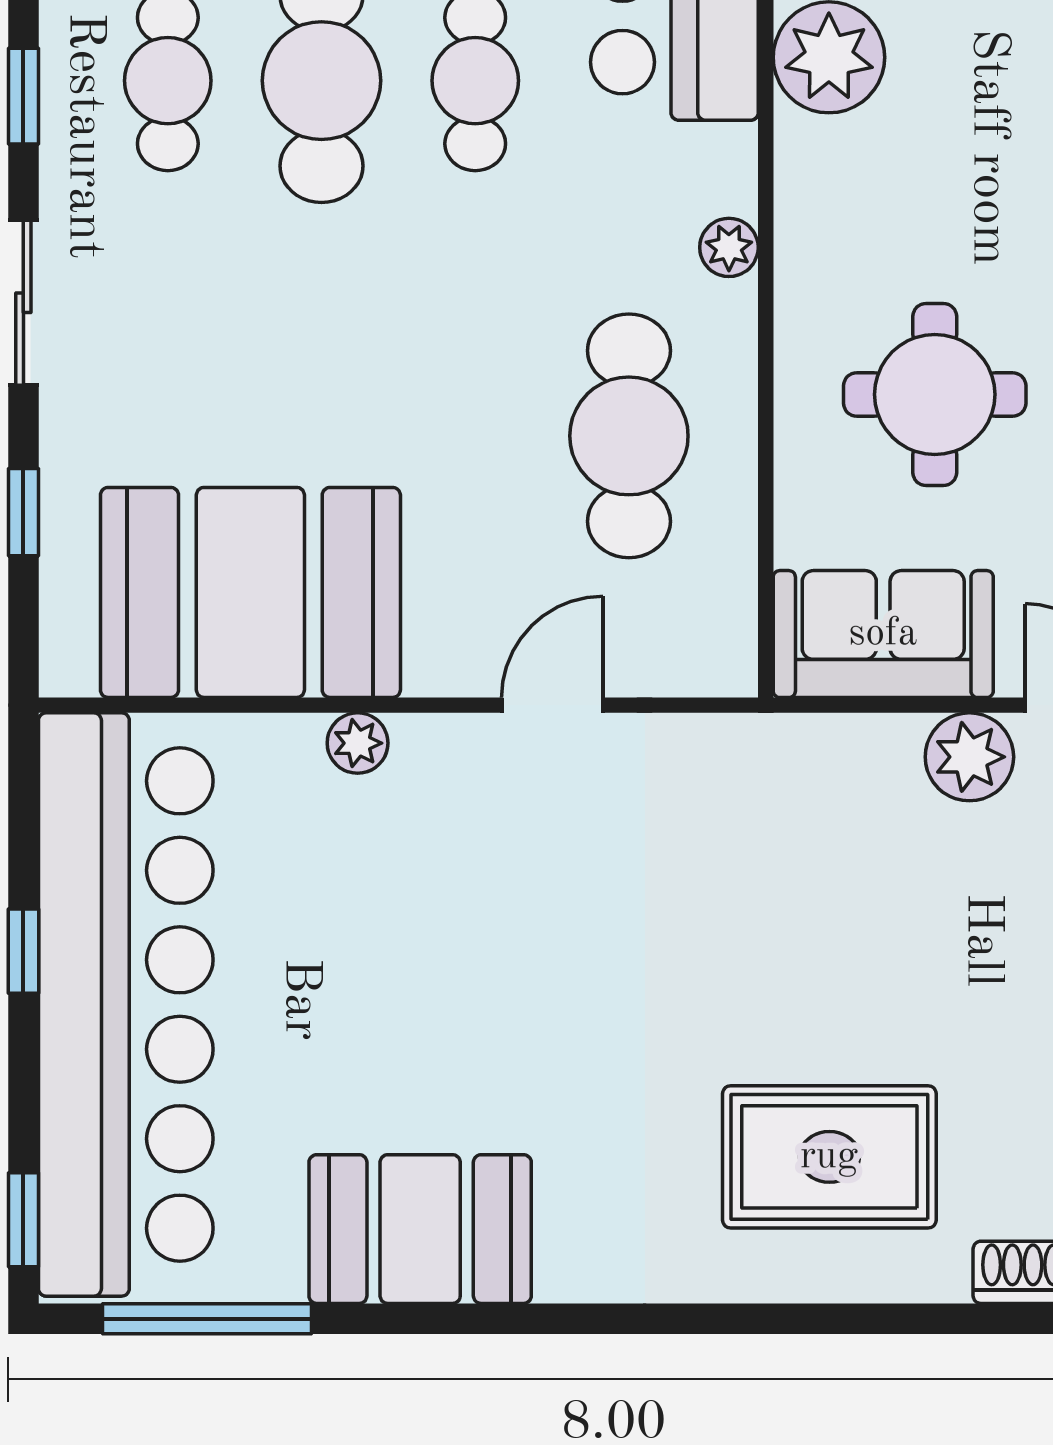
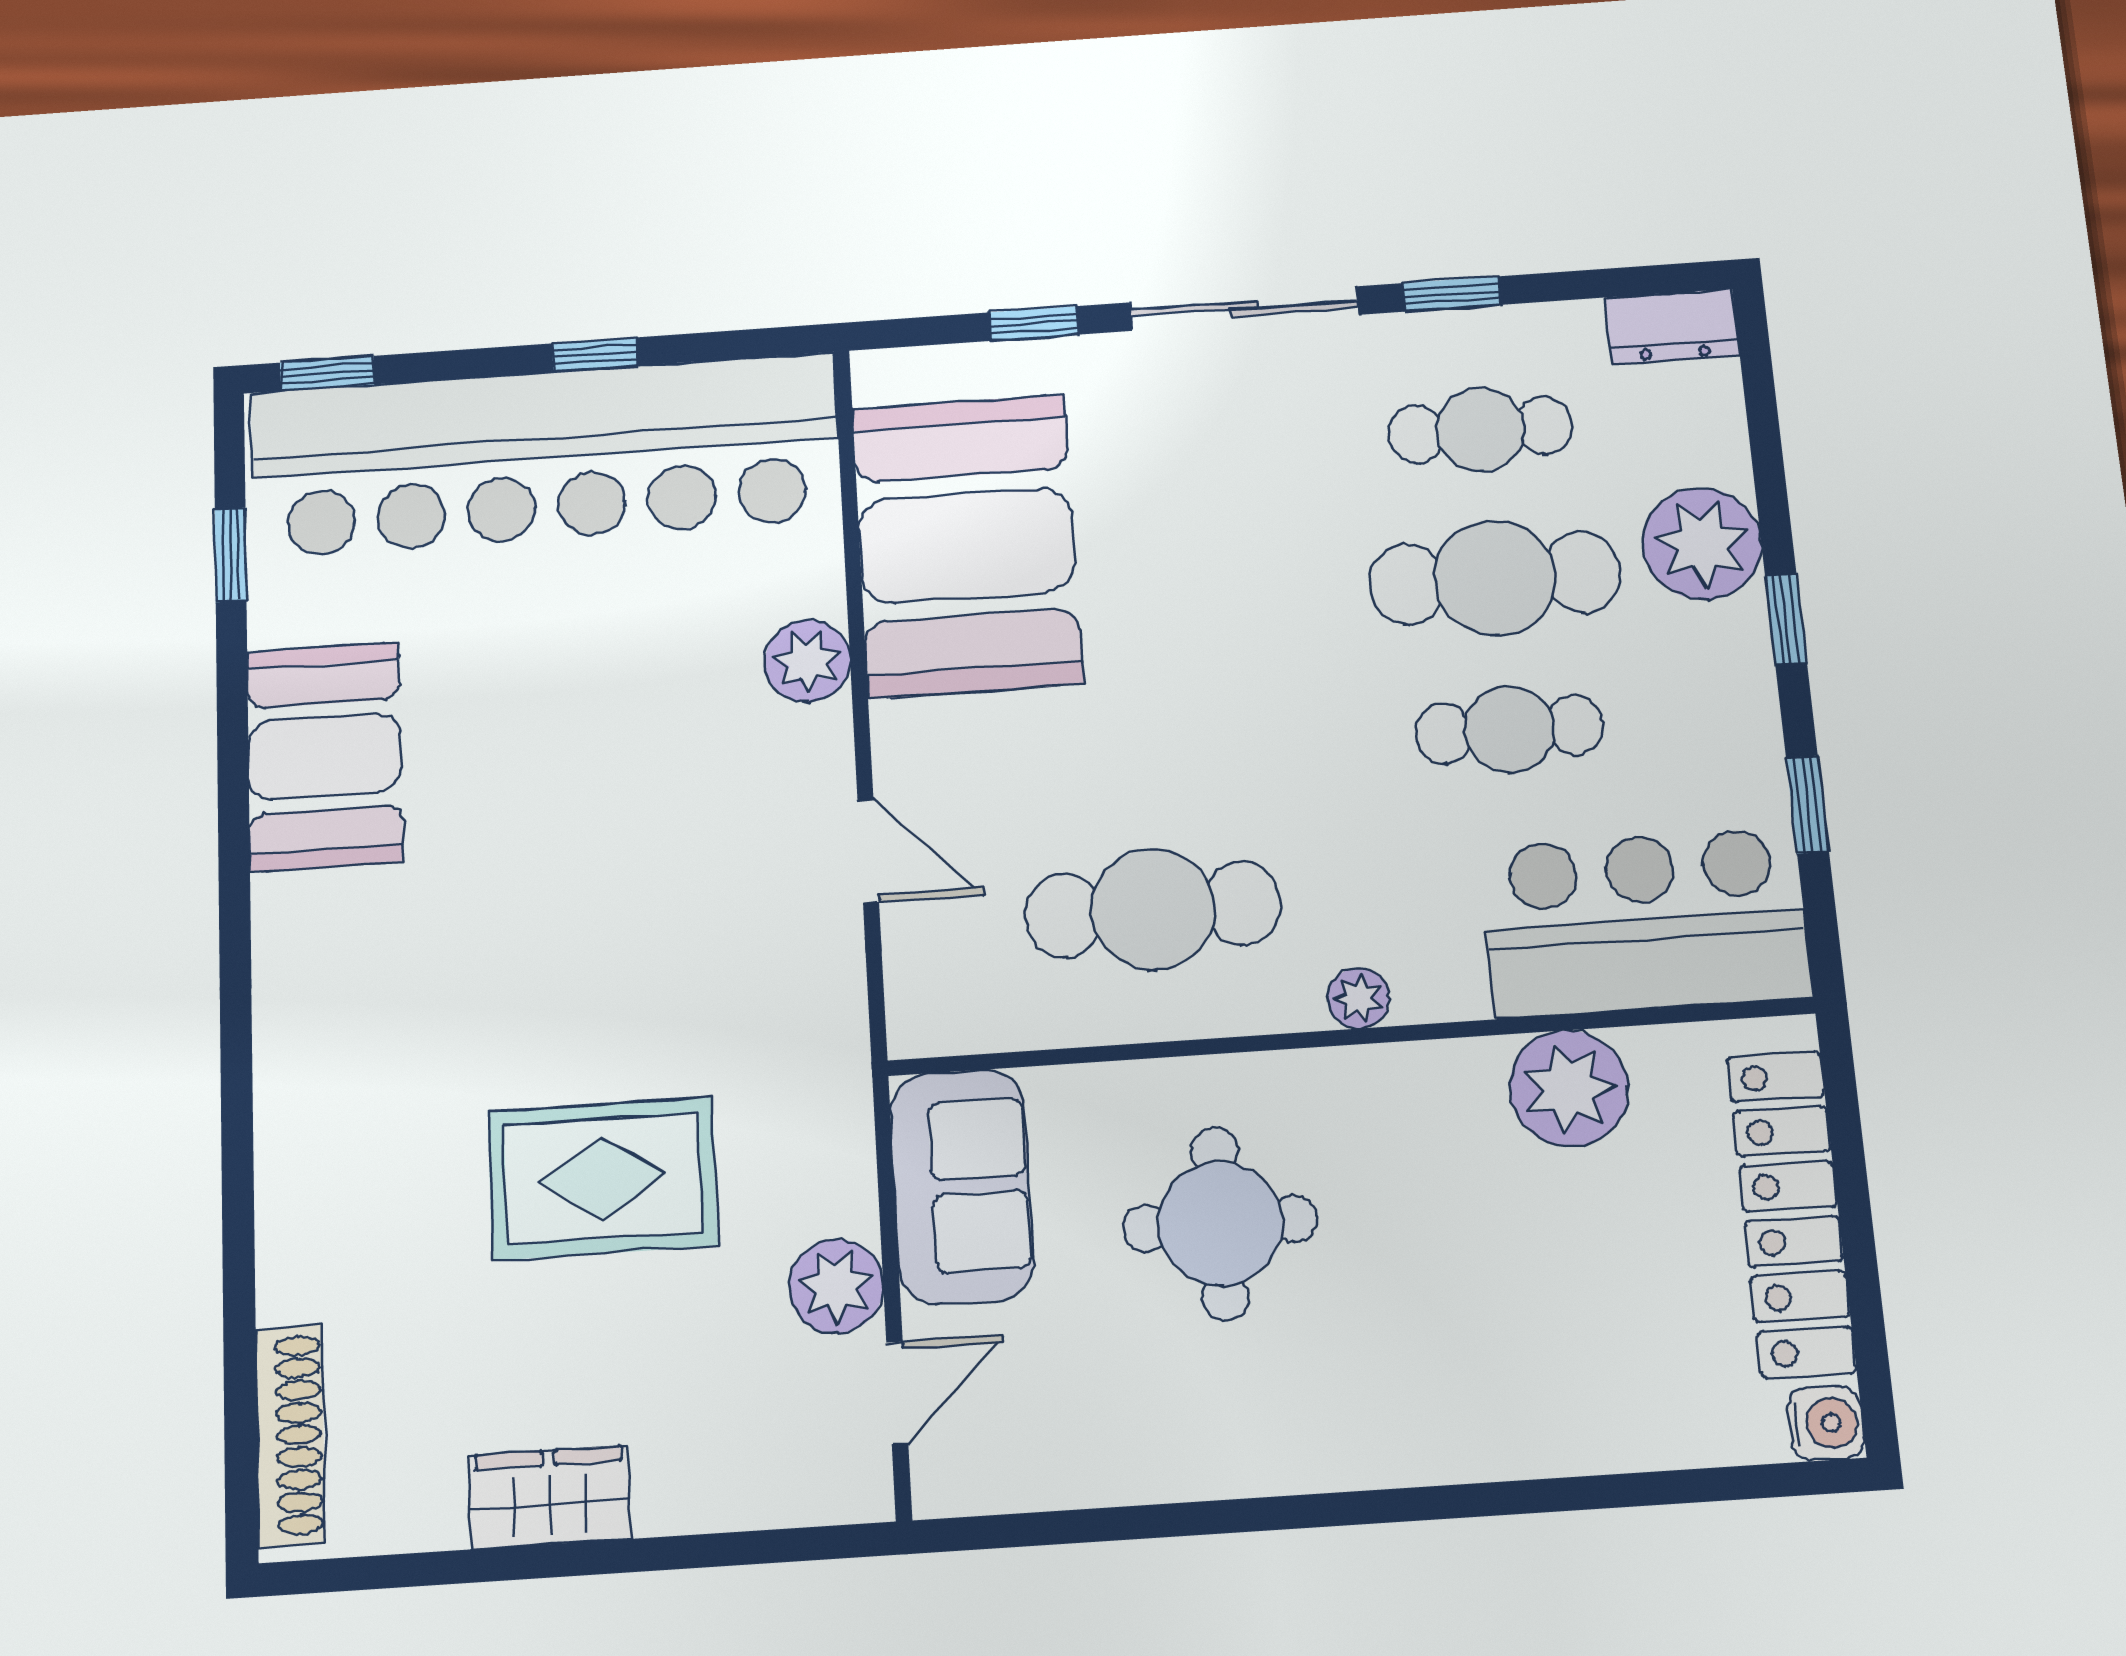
sliding door: (23, 303) -> (1244, 309), width x1.37
plant: (358, 743) -> (808, 661), width x1.38, depth x1.38
rug: (829, 1157) -> (602, 1178), moved, turned 90
window: (207, 1319) -> (231, 555), width x0.46

